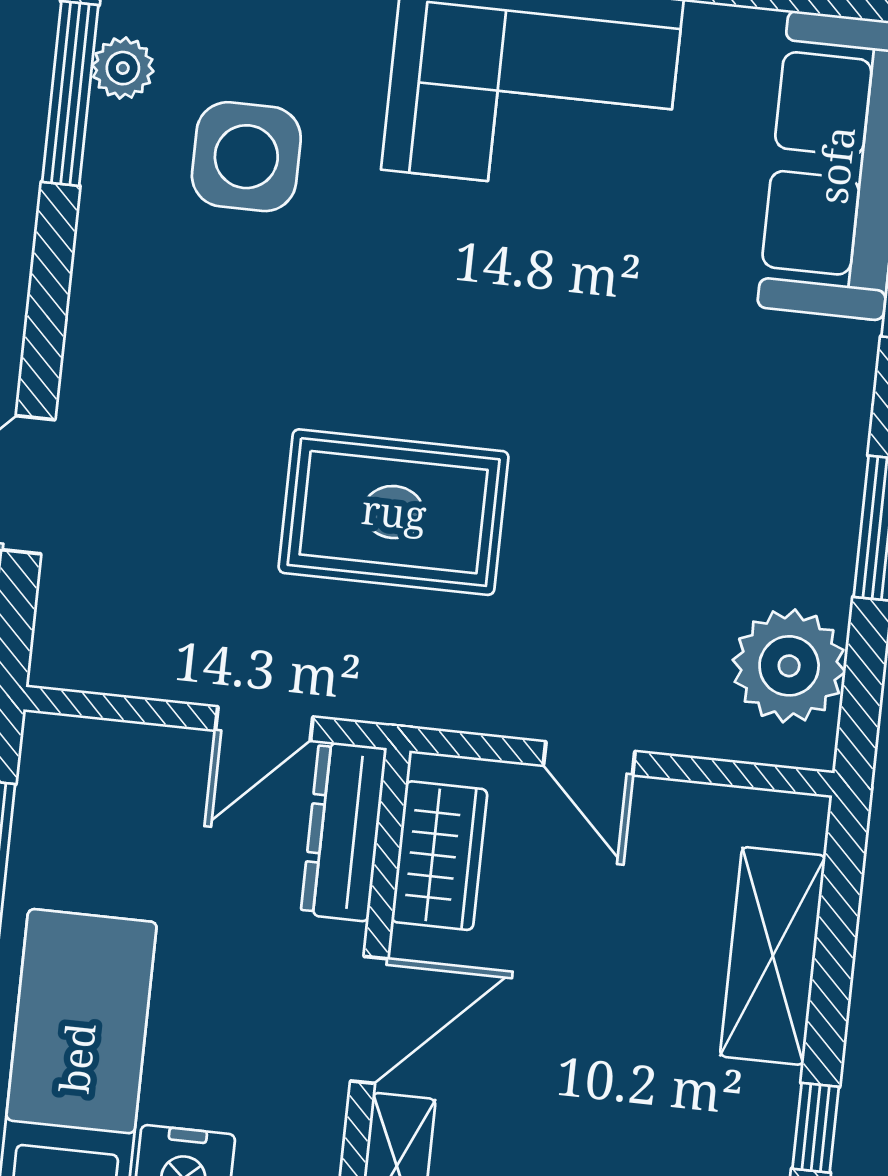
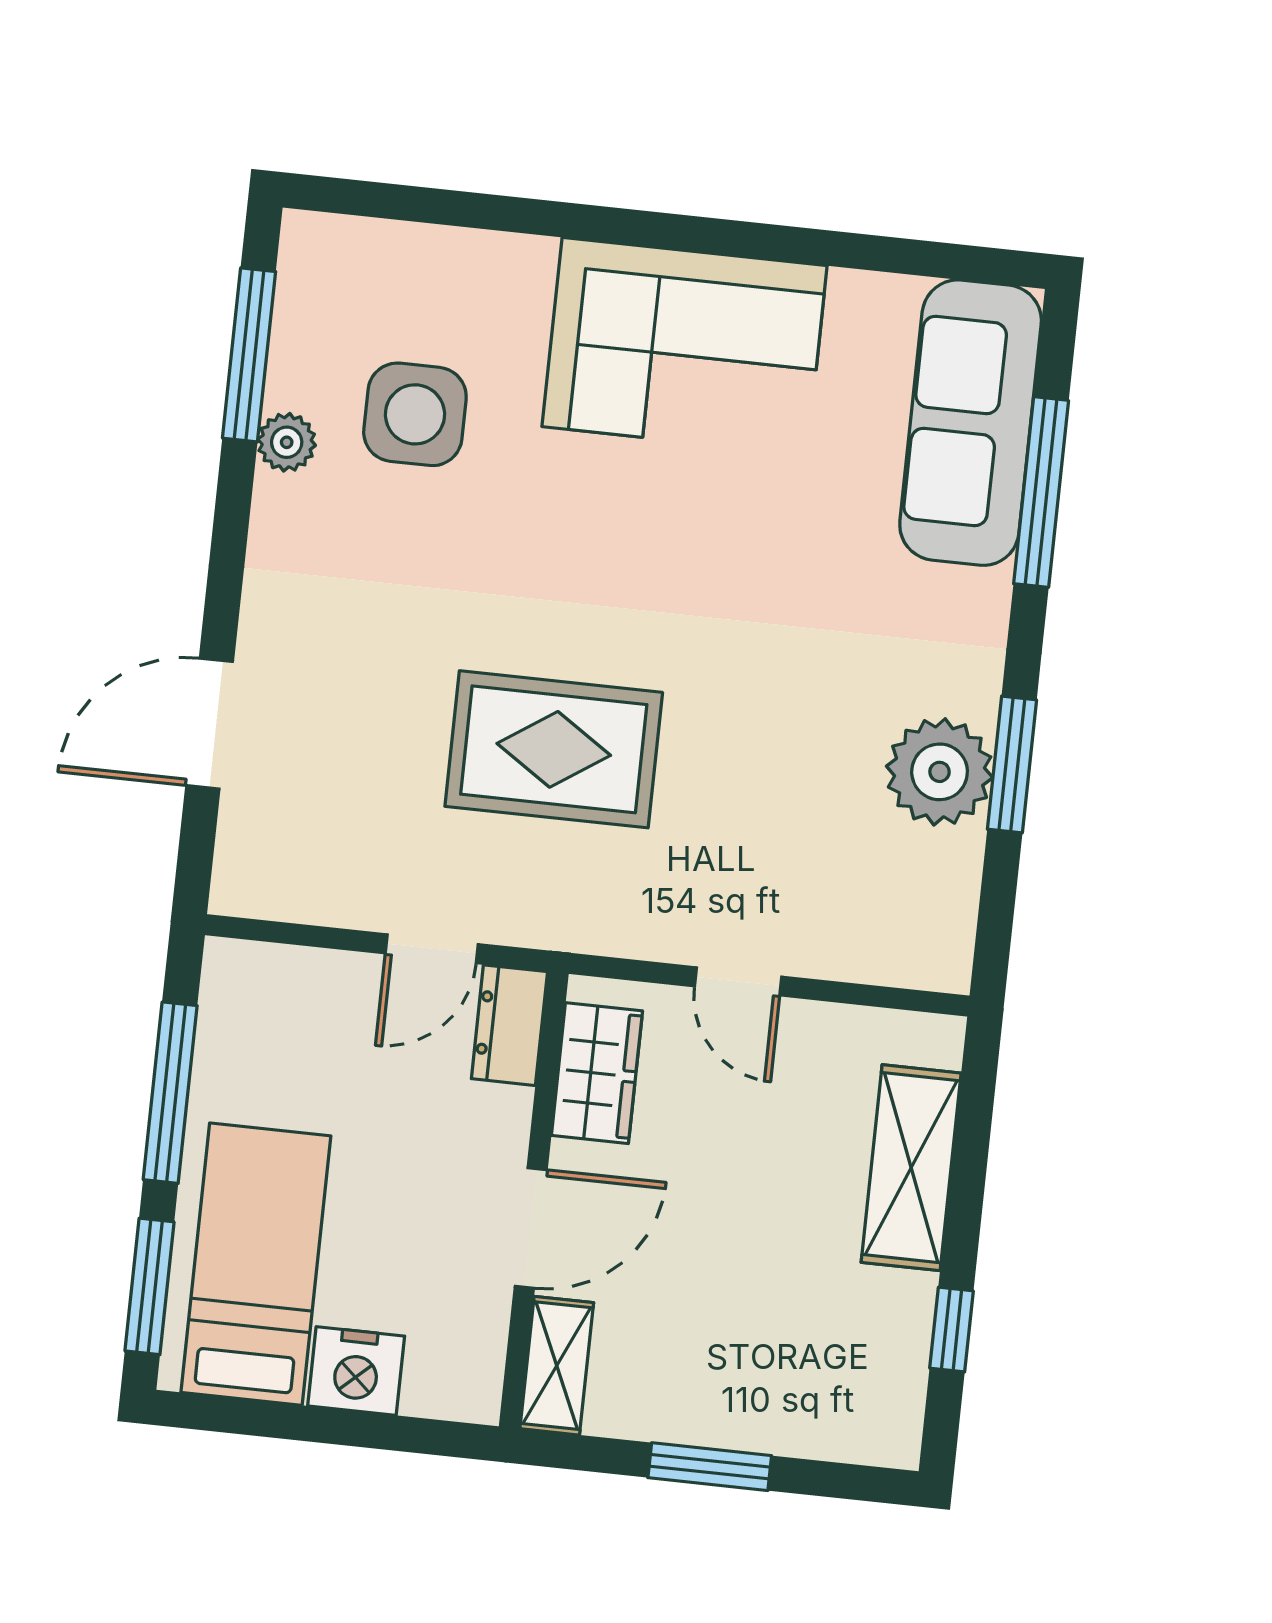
plant: (123, 68) -> (287, 442), moved
plant: (789, 666) -> (940, 772), moved
dresser: (344, 831) -> (509, 1025), width x0.70

